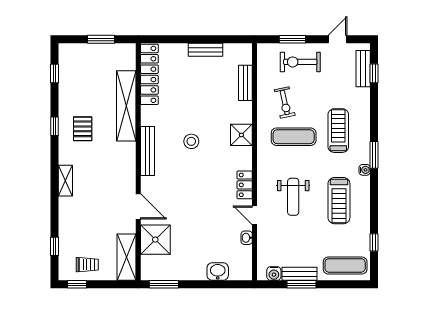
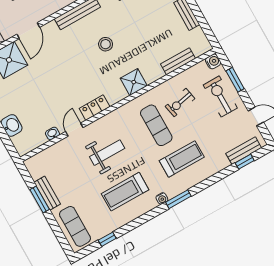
weight bench: (293, 197) -> (107, 153), turned 180
water cooler: (274, 273) -> (213, 61), moved, turned 180

